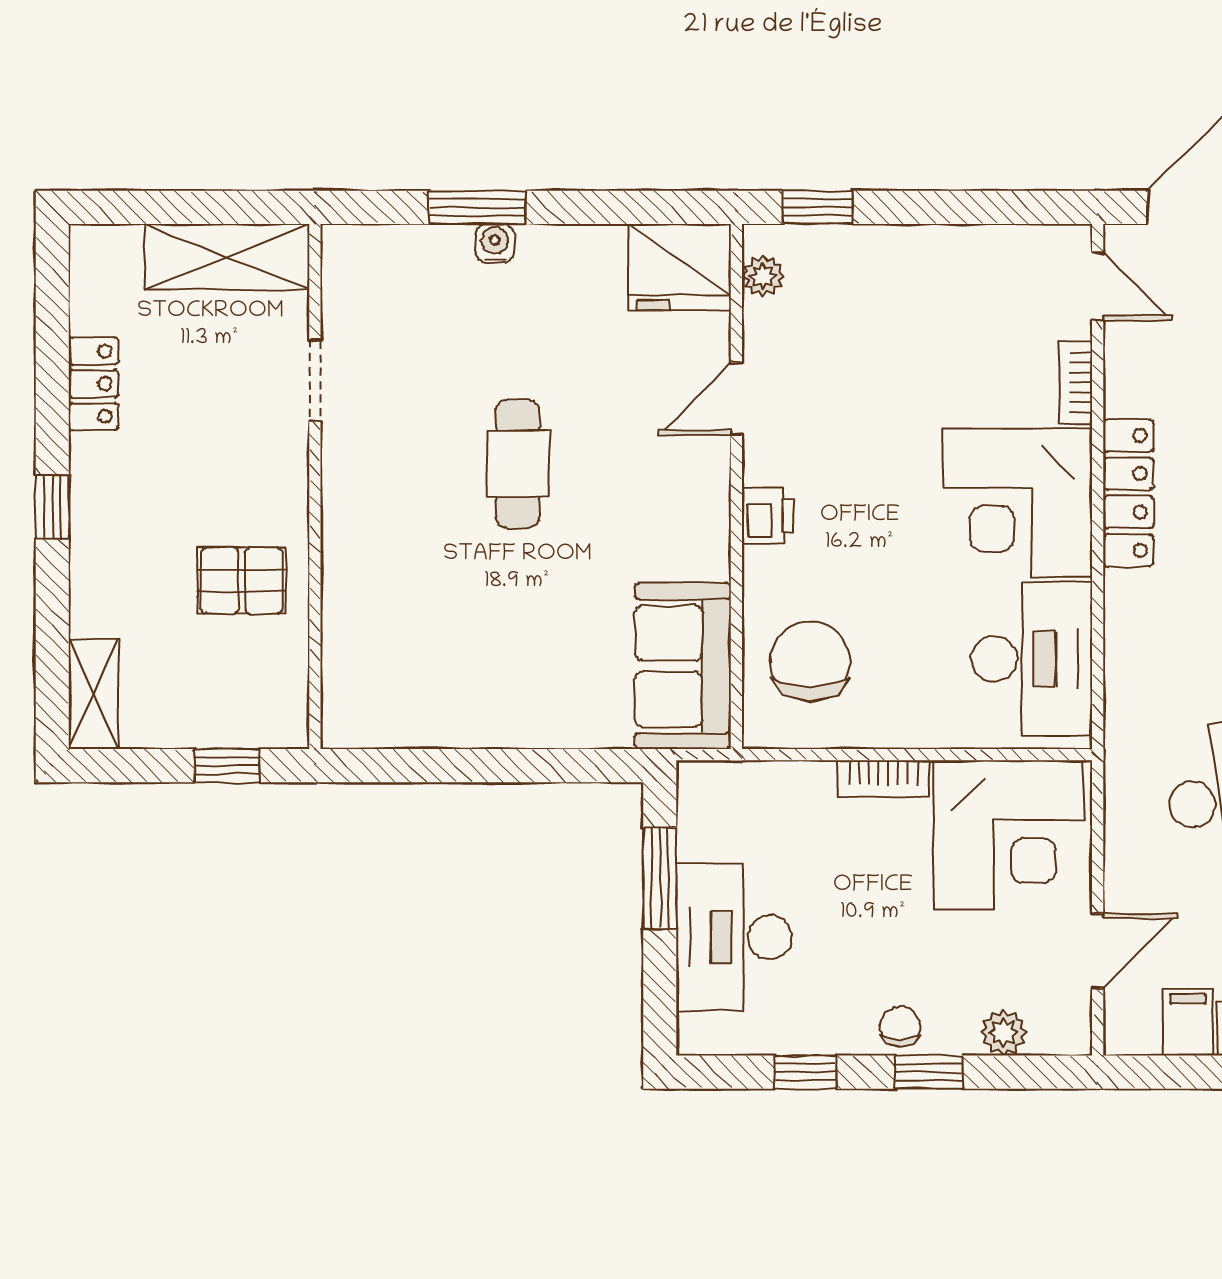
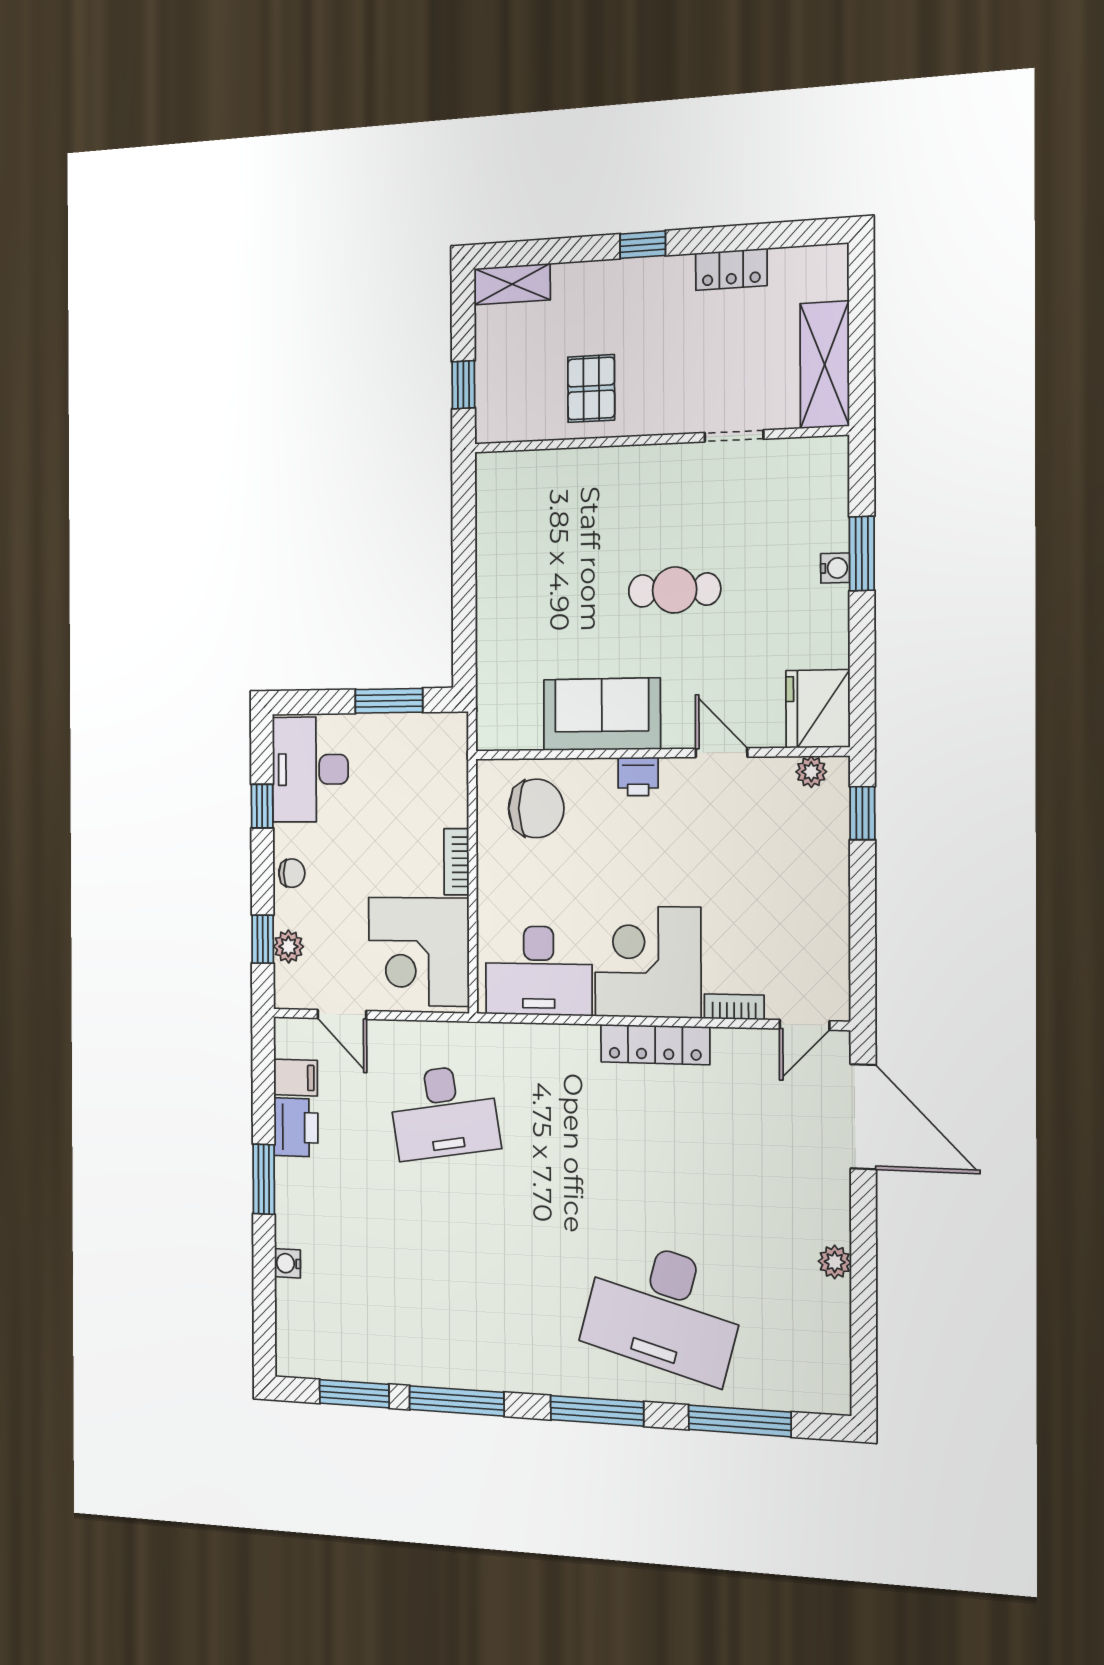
sofa: (683, 666) -> (602, 714), moved
desk: (734, 937) -> (310, 769), moved, turned -90
window: (929, 1072) -> (263, 939), moved

